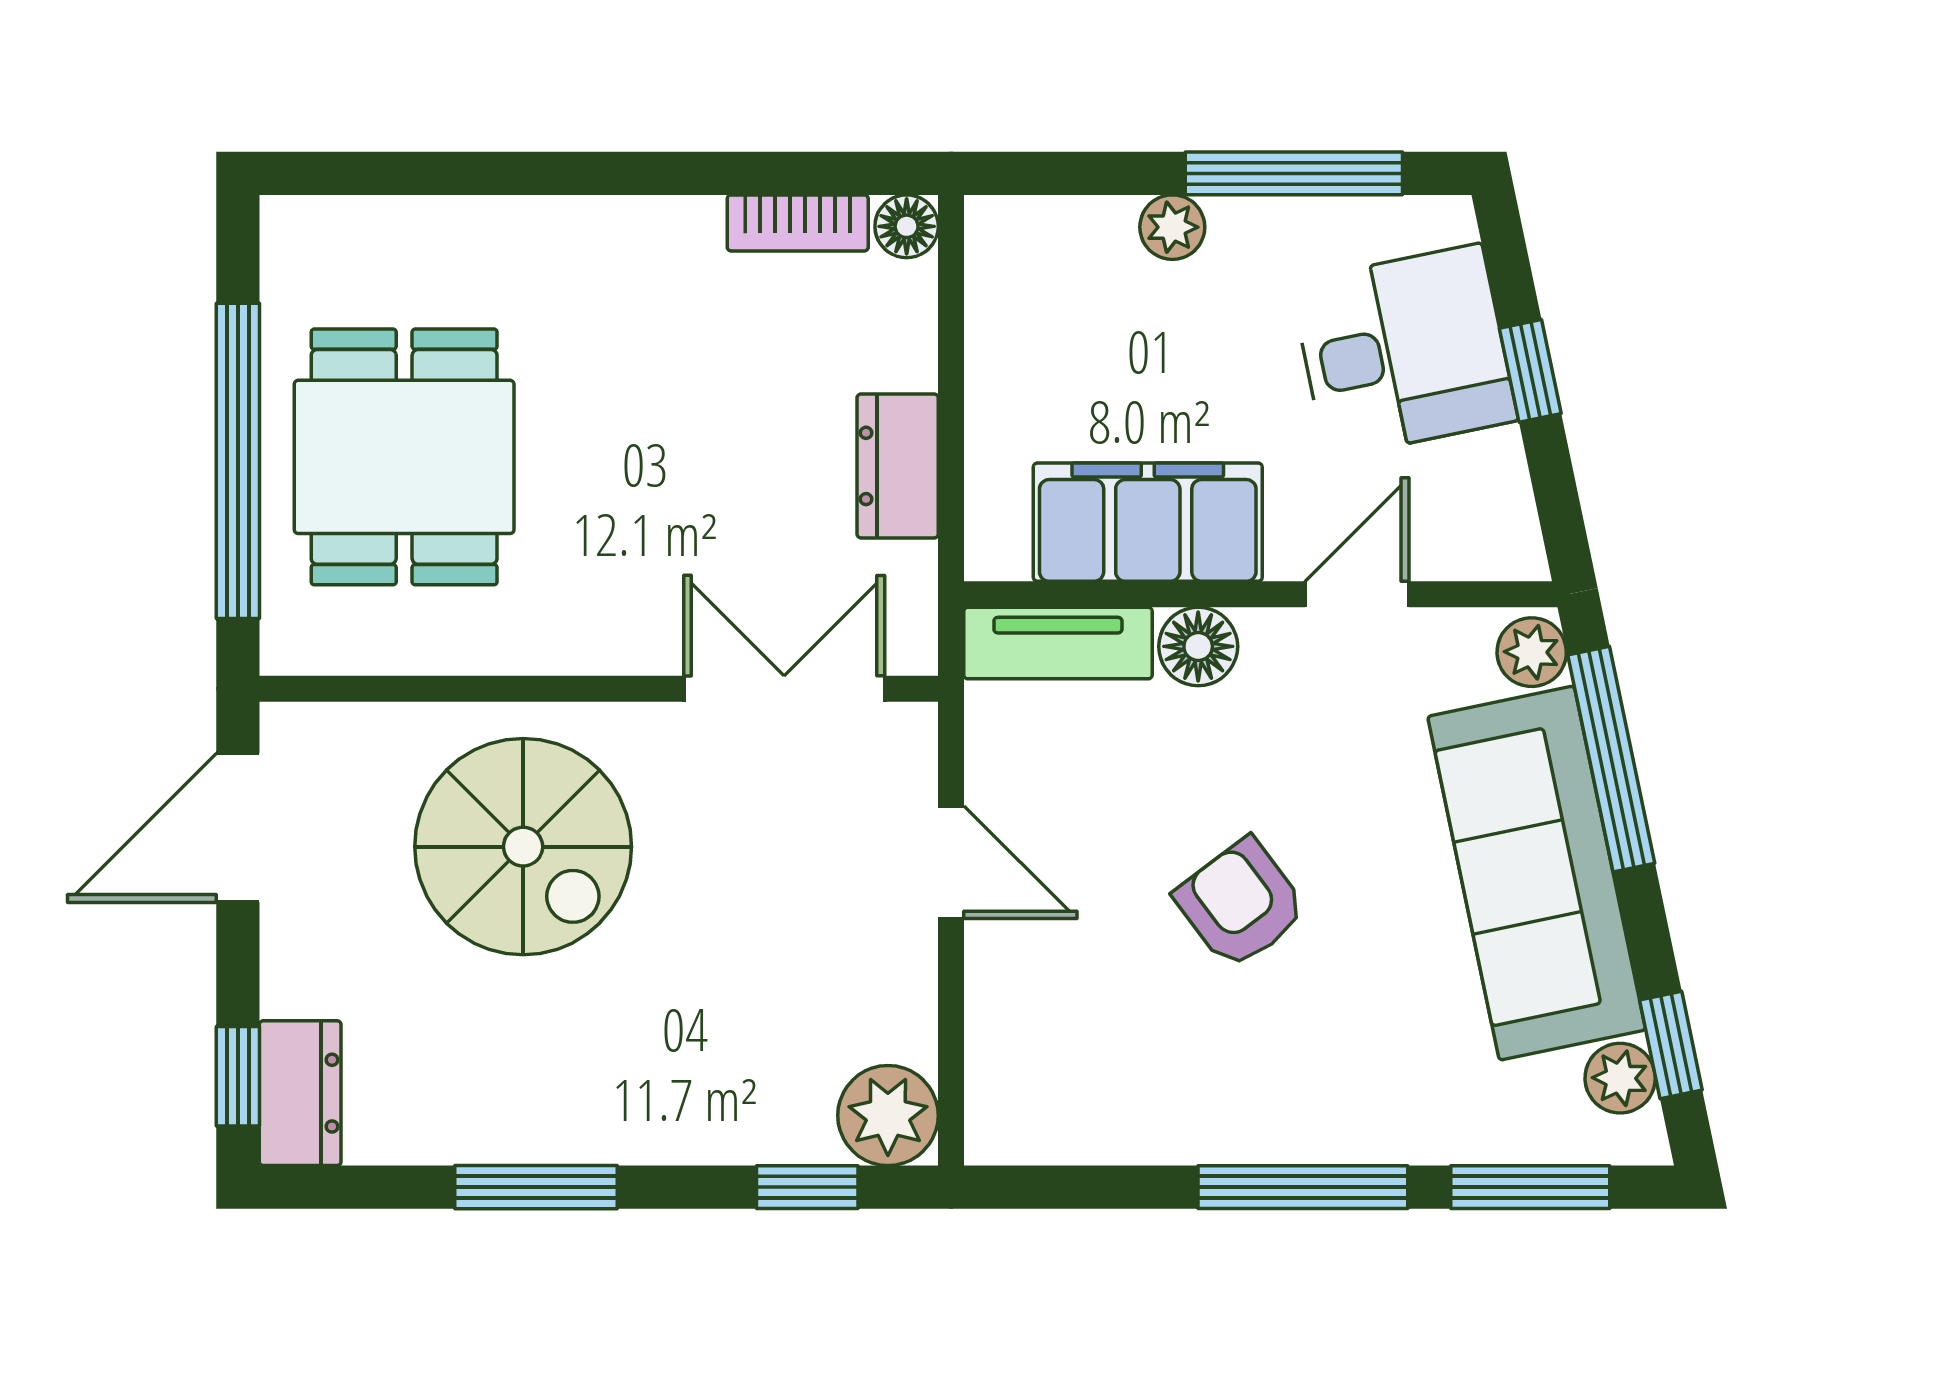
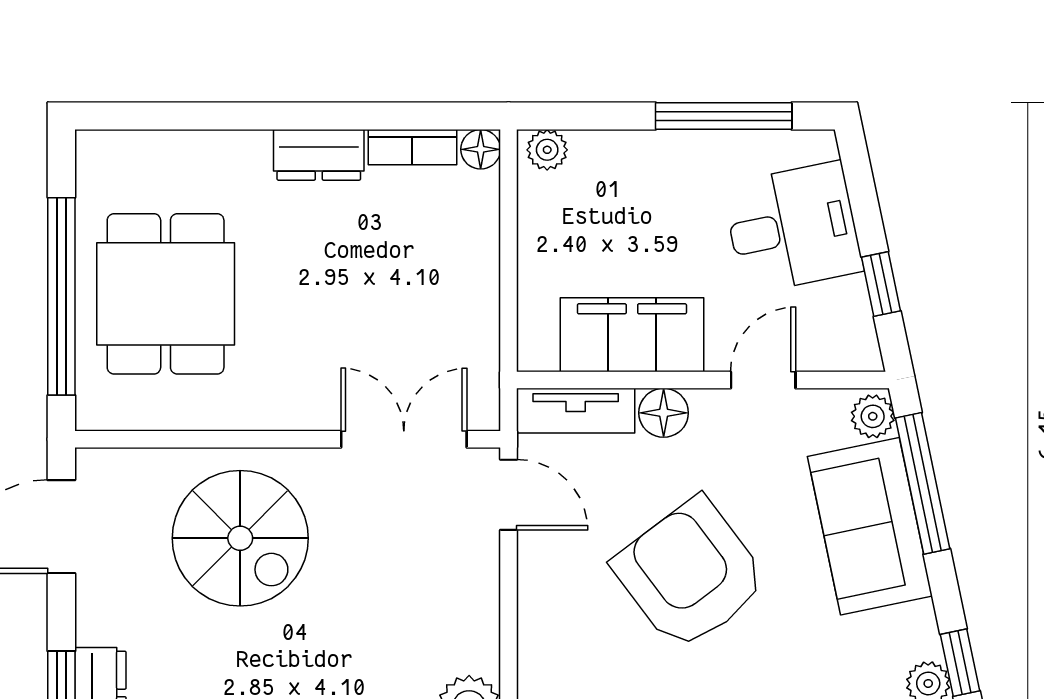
plant: (1172, 227) -> (547, 150), moved
window: (1530, 371) -> (881, 284), moved
dresser: (898, 466) -> (319, 155), moved, turned -90
door: (951, 862) -> (509, 495), moved
sofa: (1537, 873) -> (870, 526), width x0.73
armchair: (1241, 904) -> (690, 574), width x1.88, depth x1.88

